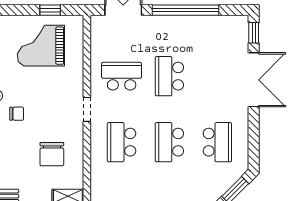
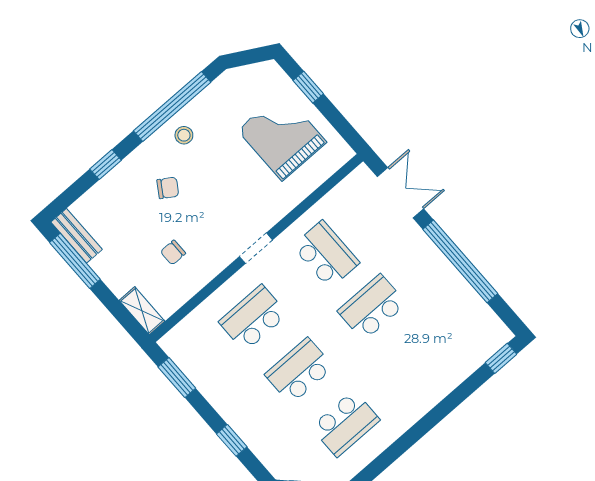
window: (50, 10) -> (308, 87), moved
double door: (254, 80) -> (449, 404), removed
chair: (17, 114) -> (168, 188), moved, turned -57
chair: (52, 154) -> (173, 253), width x0.54, depth x0.54

